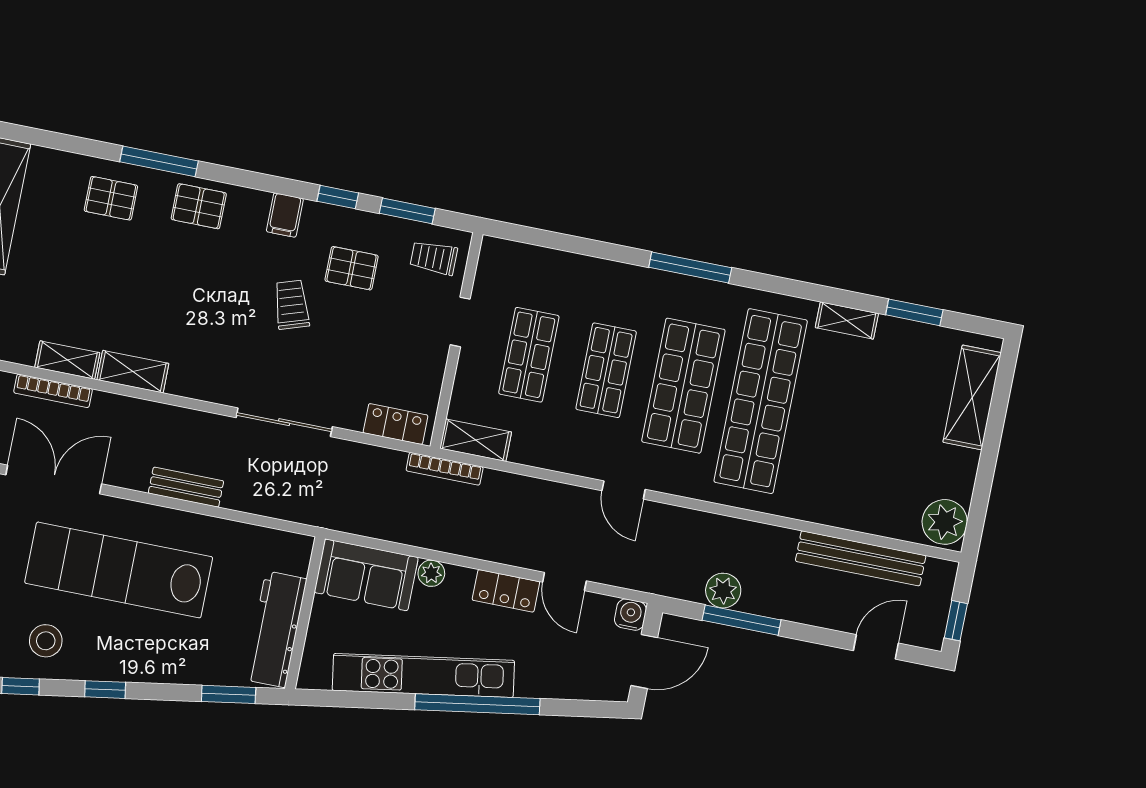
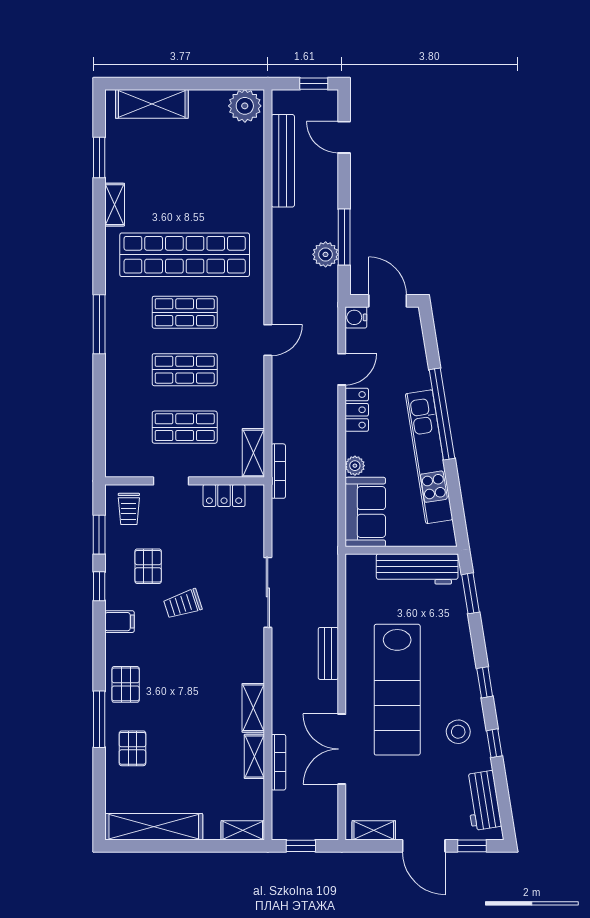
shop shelf: (683, 386) -> (185, 312), width x0.70, depth x0.74
locker: (396, 424) -> (224, 496), moved, turned -90

